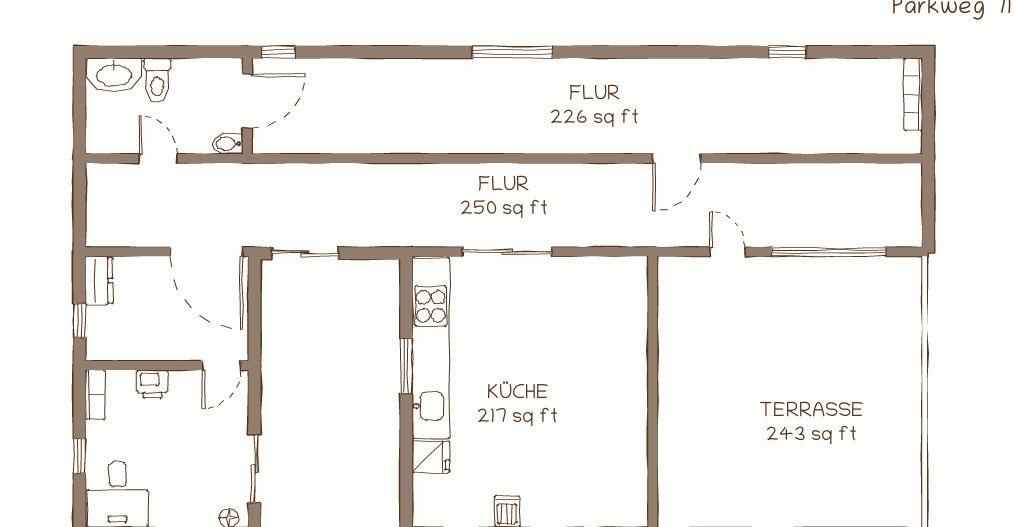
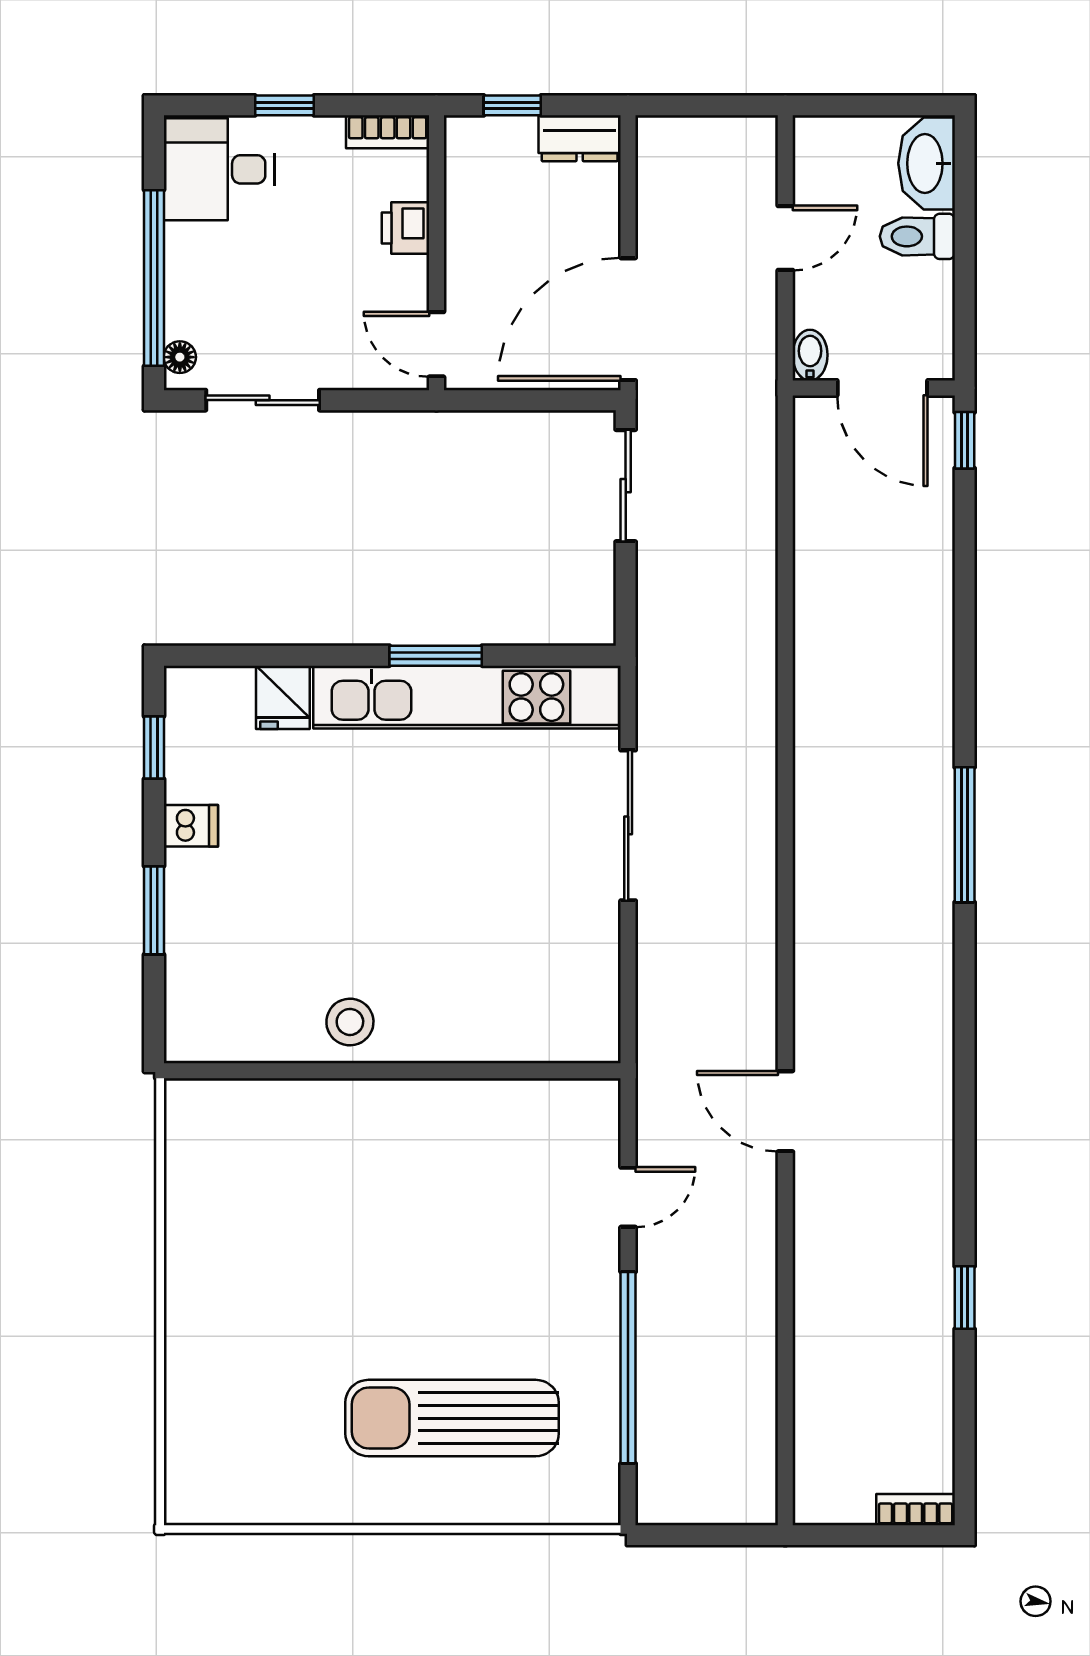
bookcase: (913, 94) -> (916, 1510), width x0.64
sun lounger: (859, 356) -> (452, 1418), added
stool: (624, 417) -> (350, 1022), added

